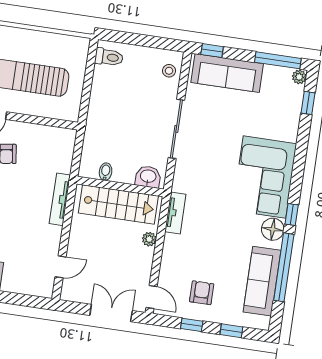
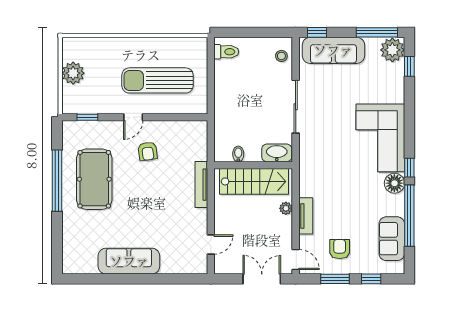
plant: (299, 77) -> (392, 50), width x1.88, depth x1.88
washbasin: (148, 177) -> (277, 153), width x1.38
tv unit: (175, 213) -> (306, 216), moved
sofa: (262, 281) -> (392, 239), width x0.73
window: (192, 325) -> (335, 279), width x1.50

